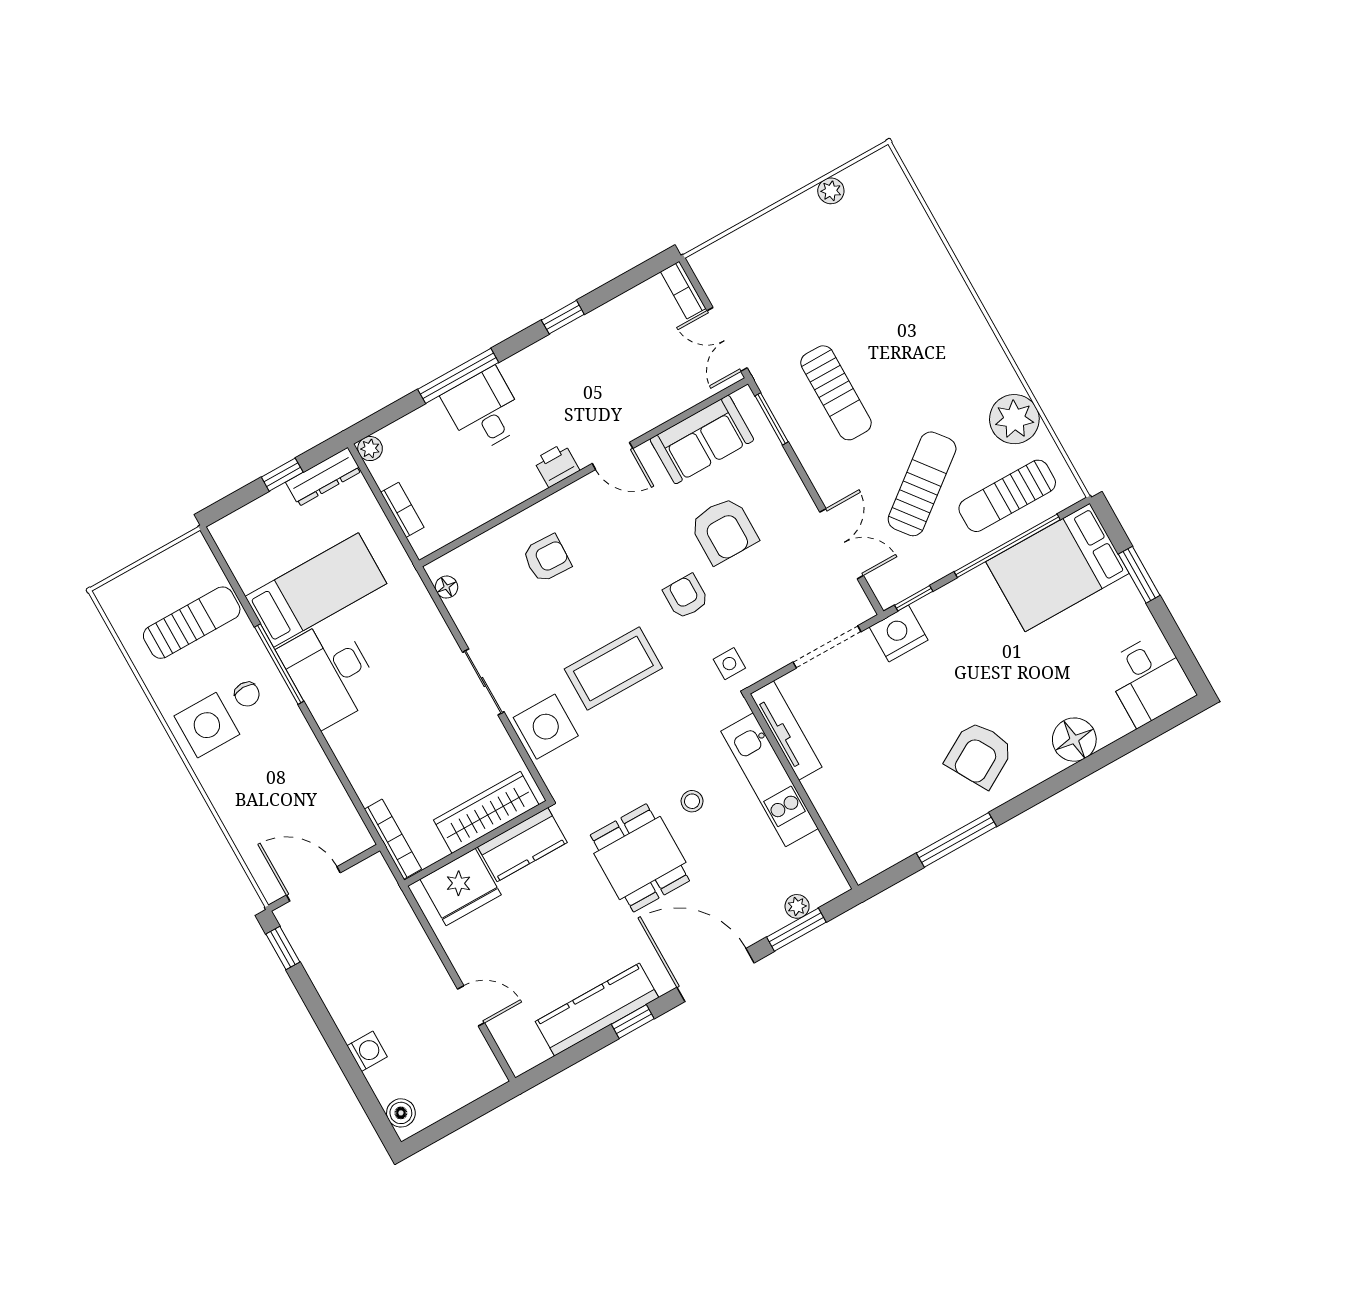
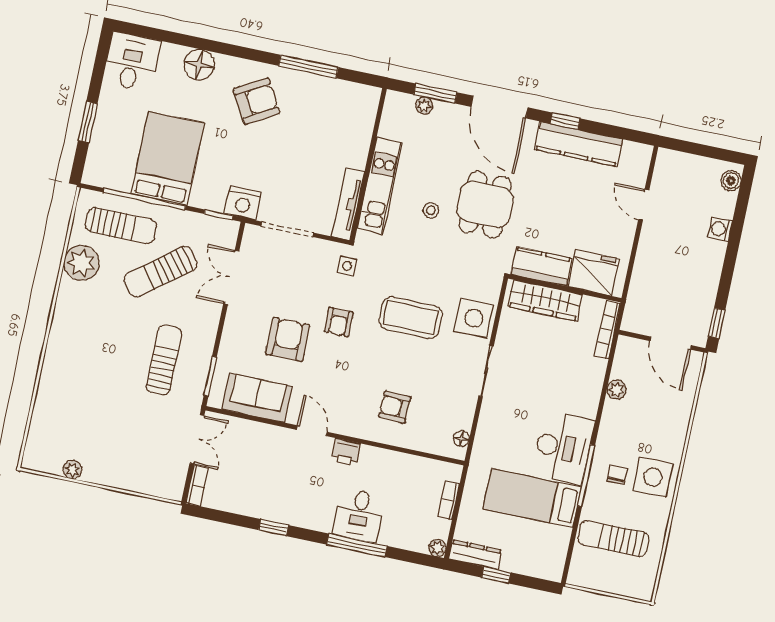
bed: (1057, 567) -> (168, 158), moved, turned -90
plant: (327, 784) -> (617, 390), added

